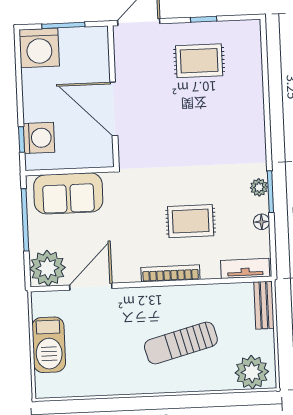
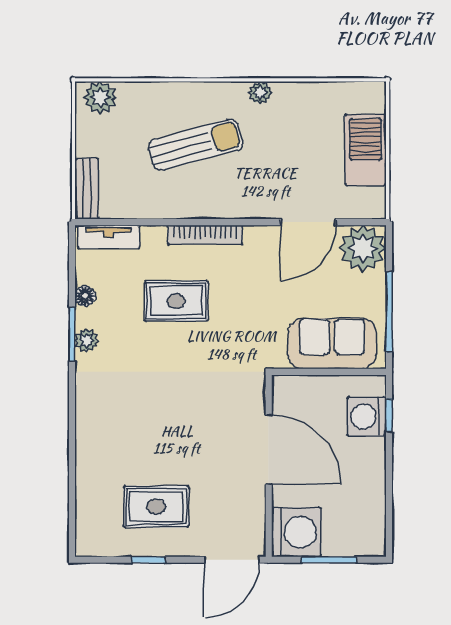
washing machine: (39, 48) -> (296, 532), moved, turned 90
plant: (252, 372) -> (100, 97), width x0.73, depth x0.73
plant: (132, 386) -> (260, 93), added

